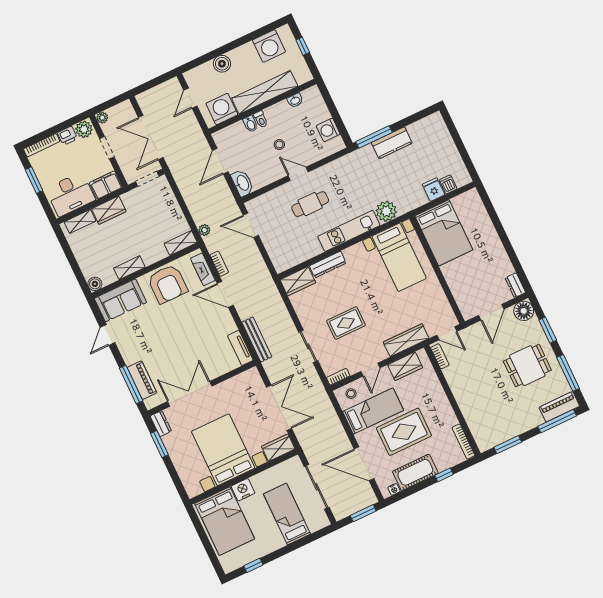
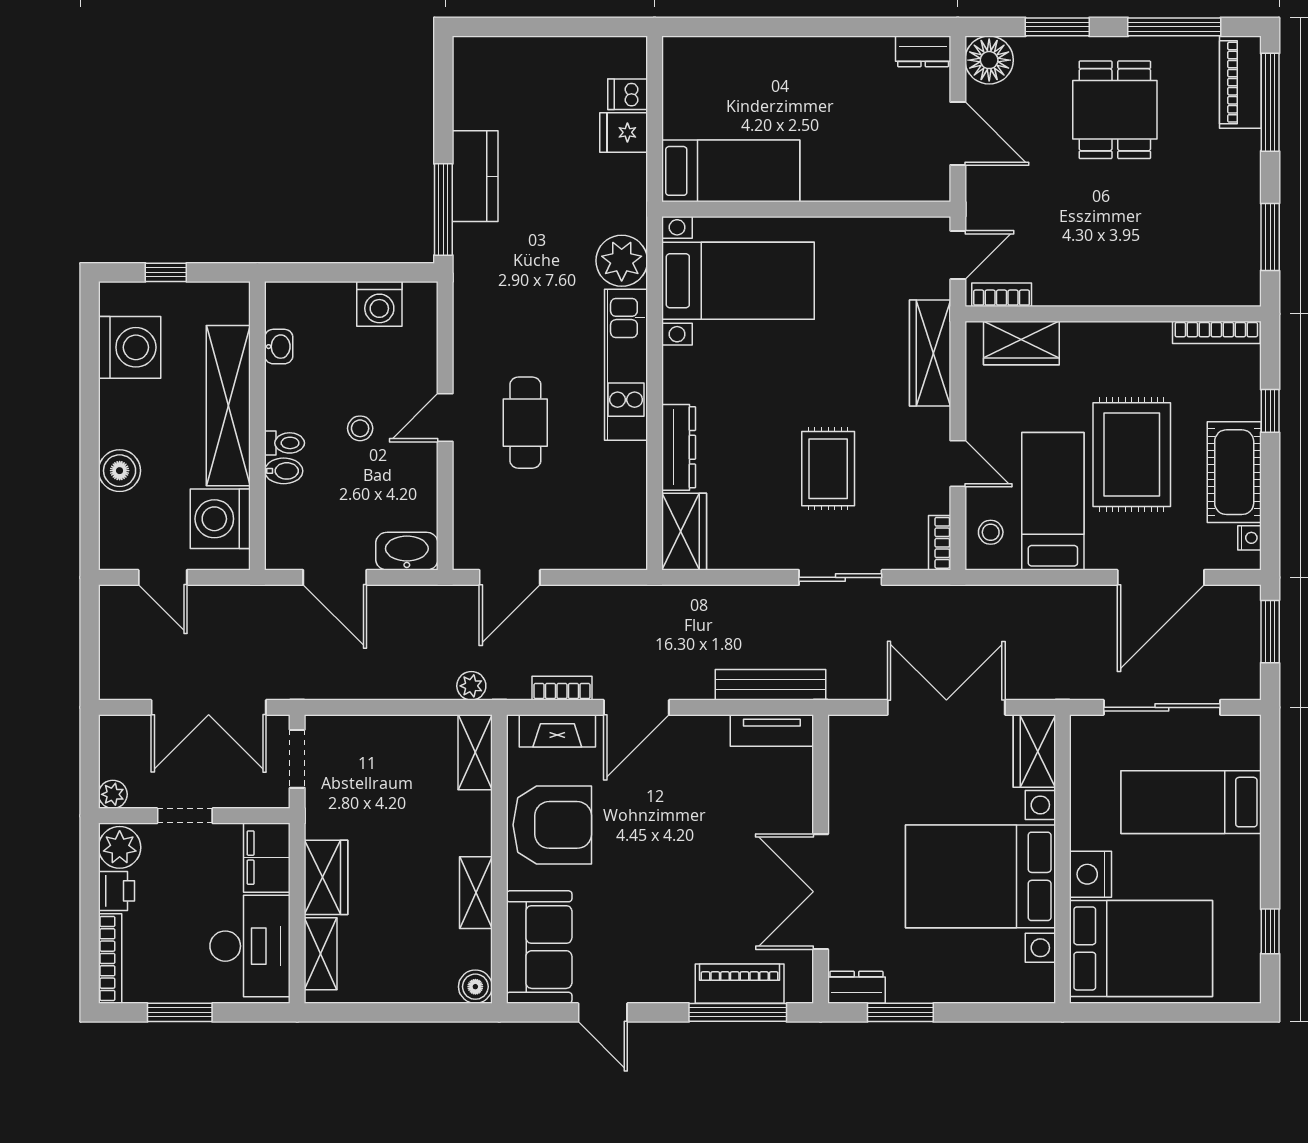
bed: (444, 233) -> (731, 171), width x0.67
wardrobe: (405, 366) -> (1021, 343), moved, turned 90

